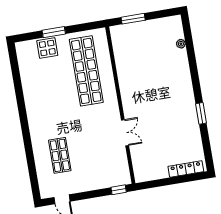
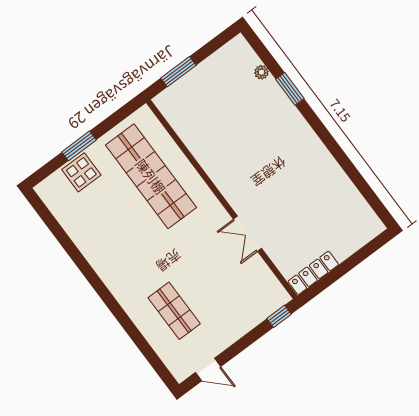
window: (201, 113) -> (290, 89), moved
double door: (125, 133) -> (247, 234), swing flipped
locker: (186, 169) -> (313, 273), moved

